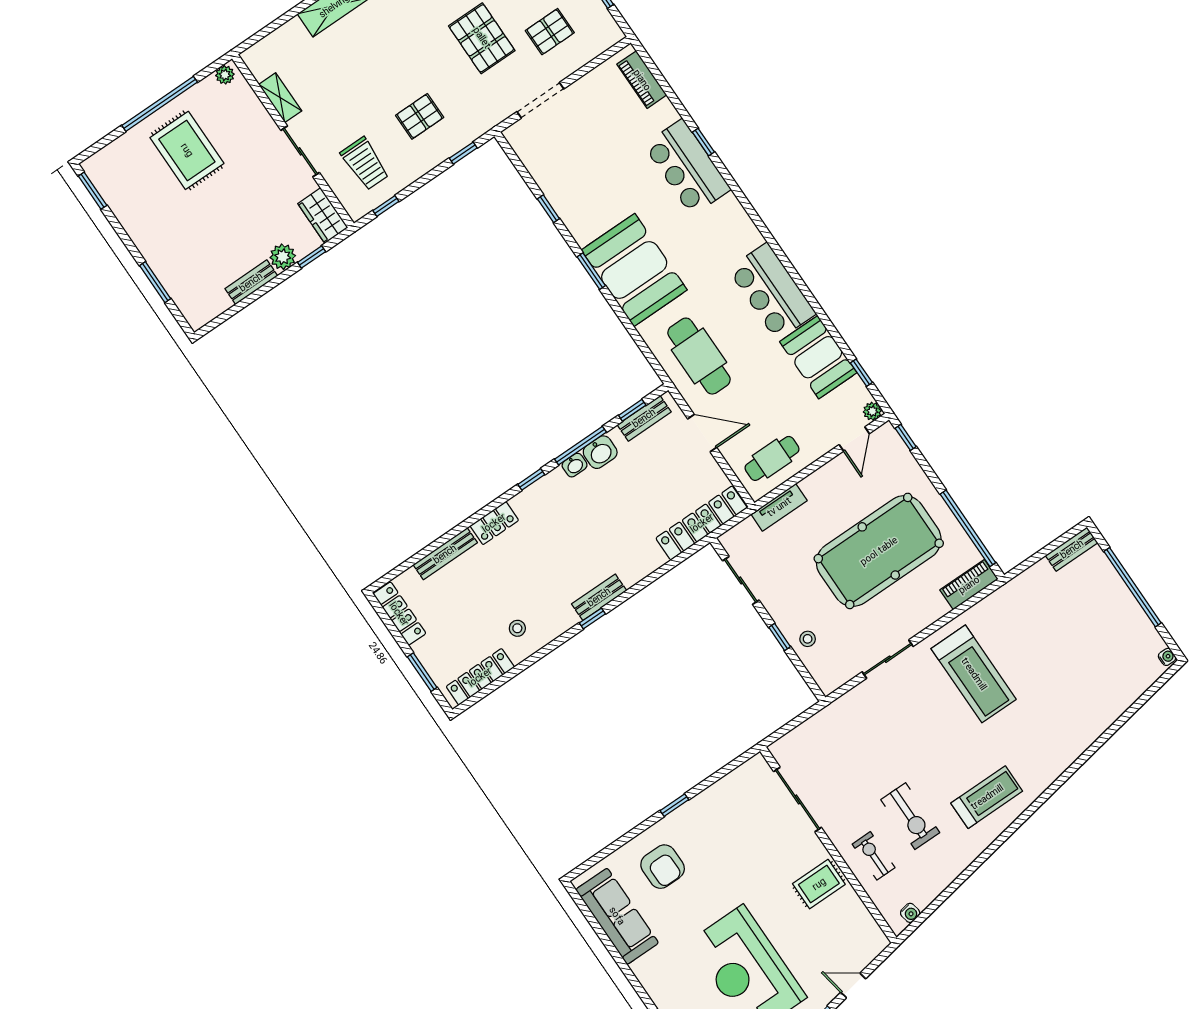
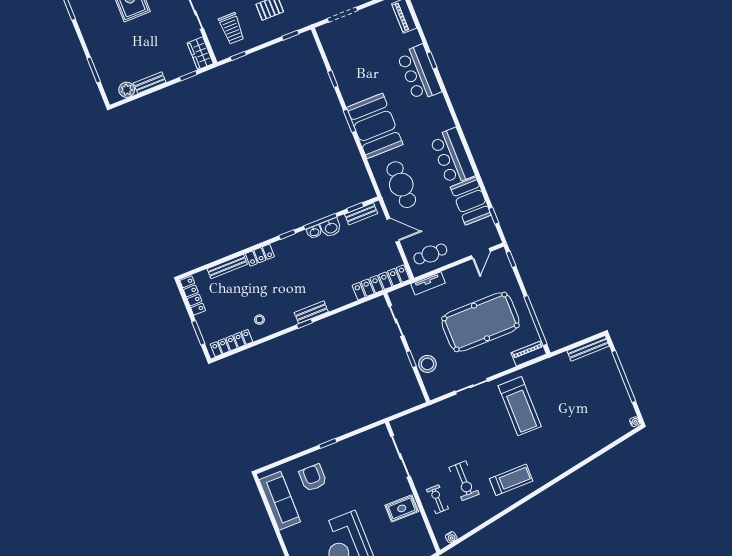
plant: (283, 257) -> (127, 90), moved
plant: (872, 411) -> (495, 240), removed
bench: (1072, 549) -> (588, 348), width x1.36
stool: (808, 639) -> (427, 364), width x1.89, depth x1.89
armchair: (663, 867) -> (313, 478), turned 180

